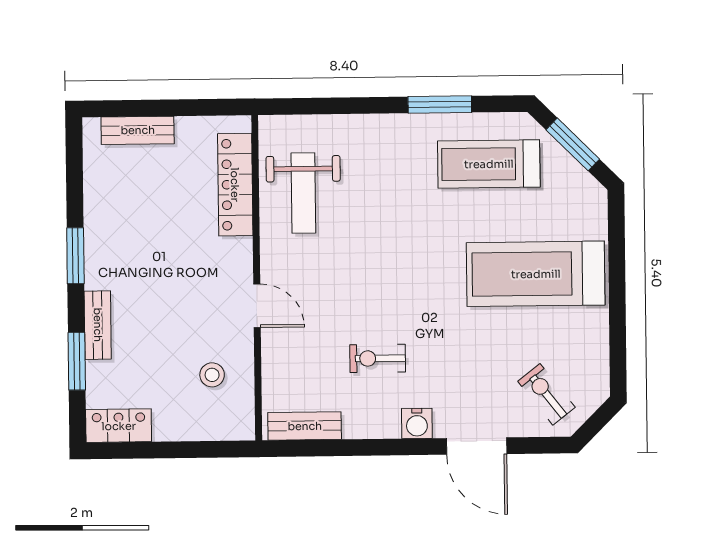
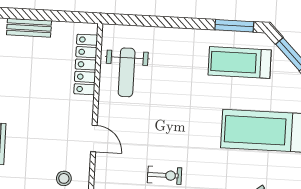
window: (440, 105) -> (234, 26), moved
exercise bike: (378, 358) -> (165, 175), turned 180

